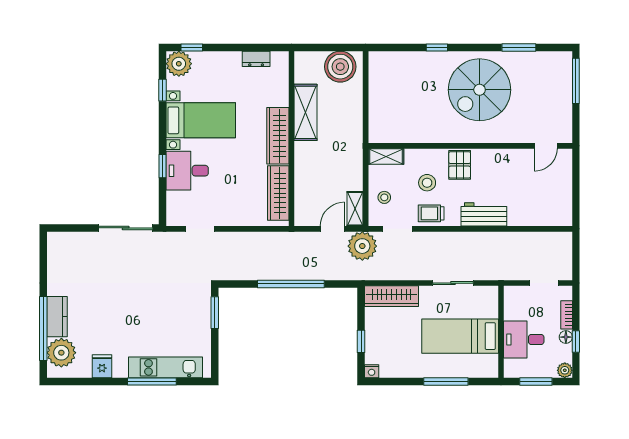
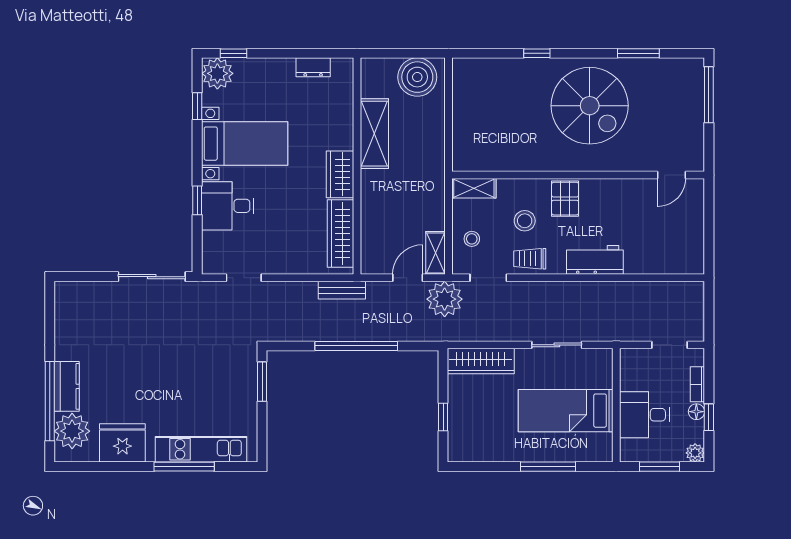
spiral stairs: (480, 90) -> (590, 106), turned -90
wardrobe: (278, 136) -> (340, 174), width x0.67
bench: (279, 239) -> (342, 290), added
fridge: (102, 366) -> (122, 443), width x1.88, depth x1.34
nightstand: (372, 371) -> (456, 454), removed

